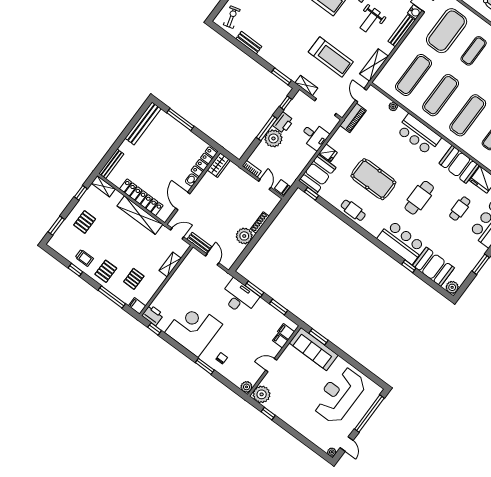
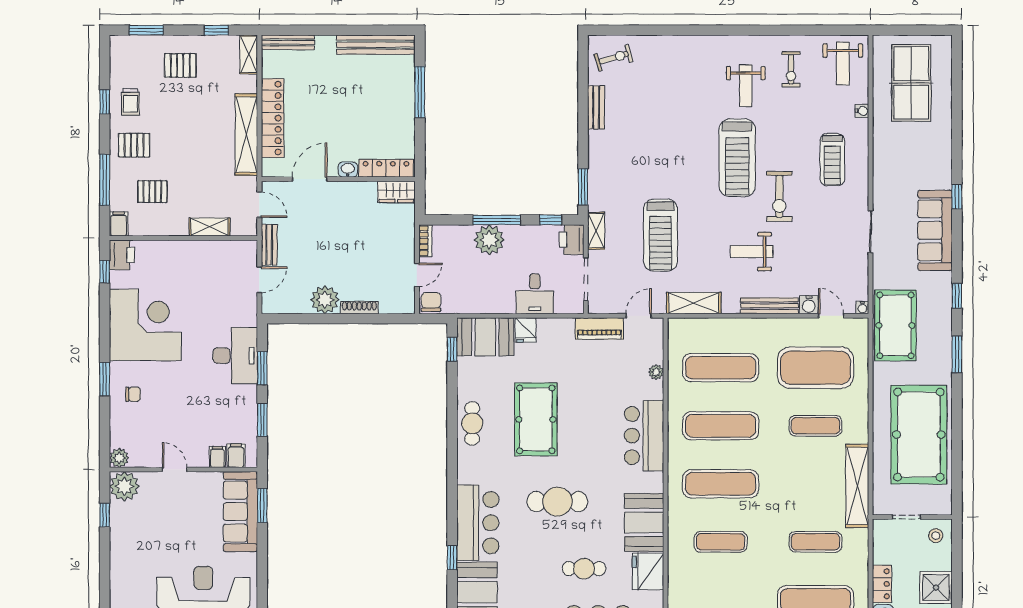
printer: (283, 123) -> (572, 240), moved, turned 90

